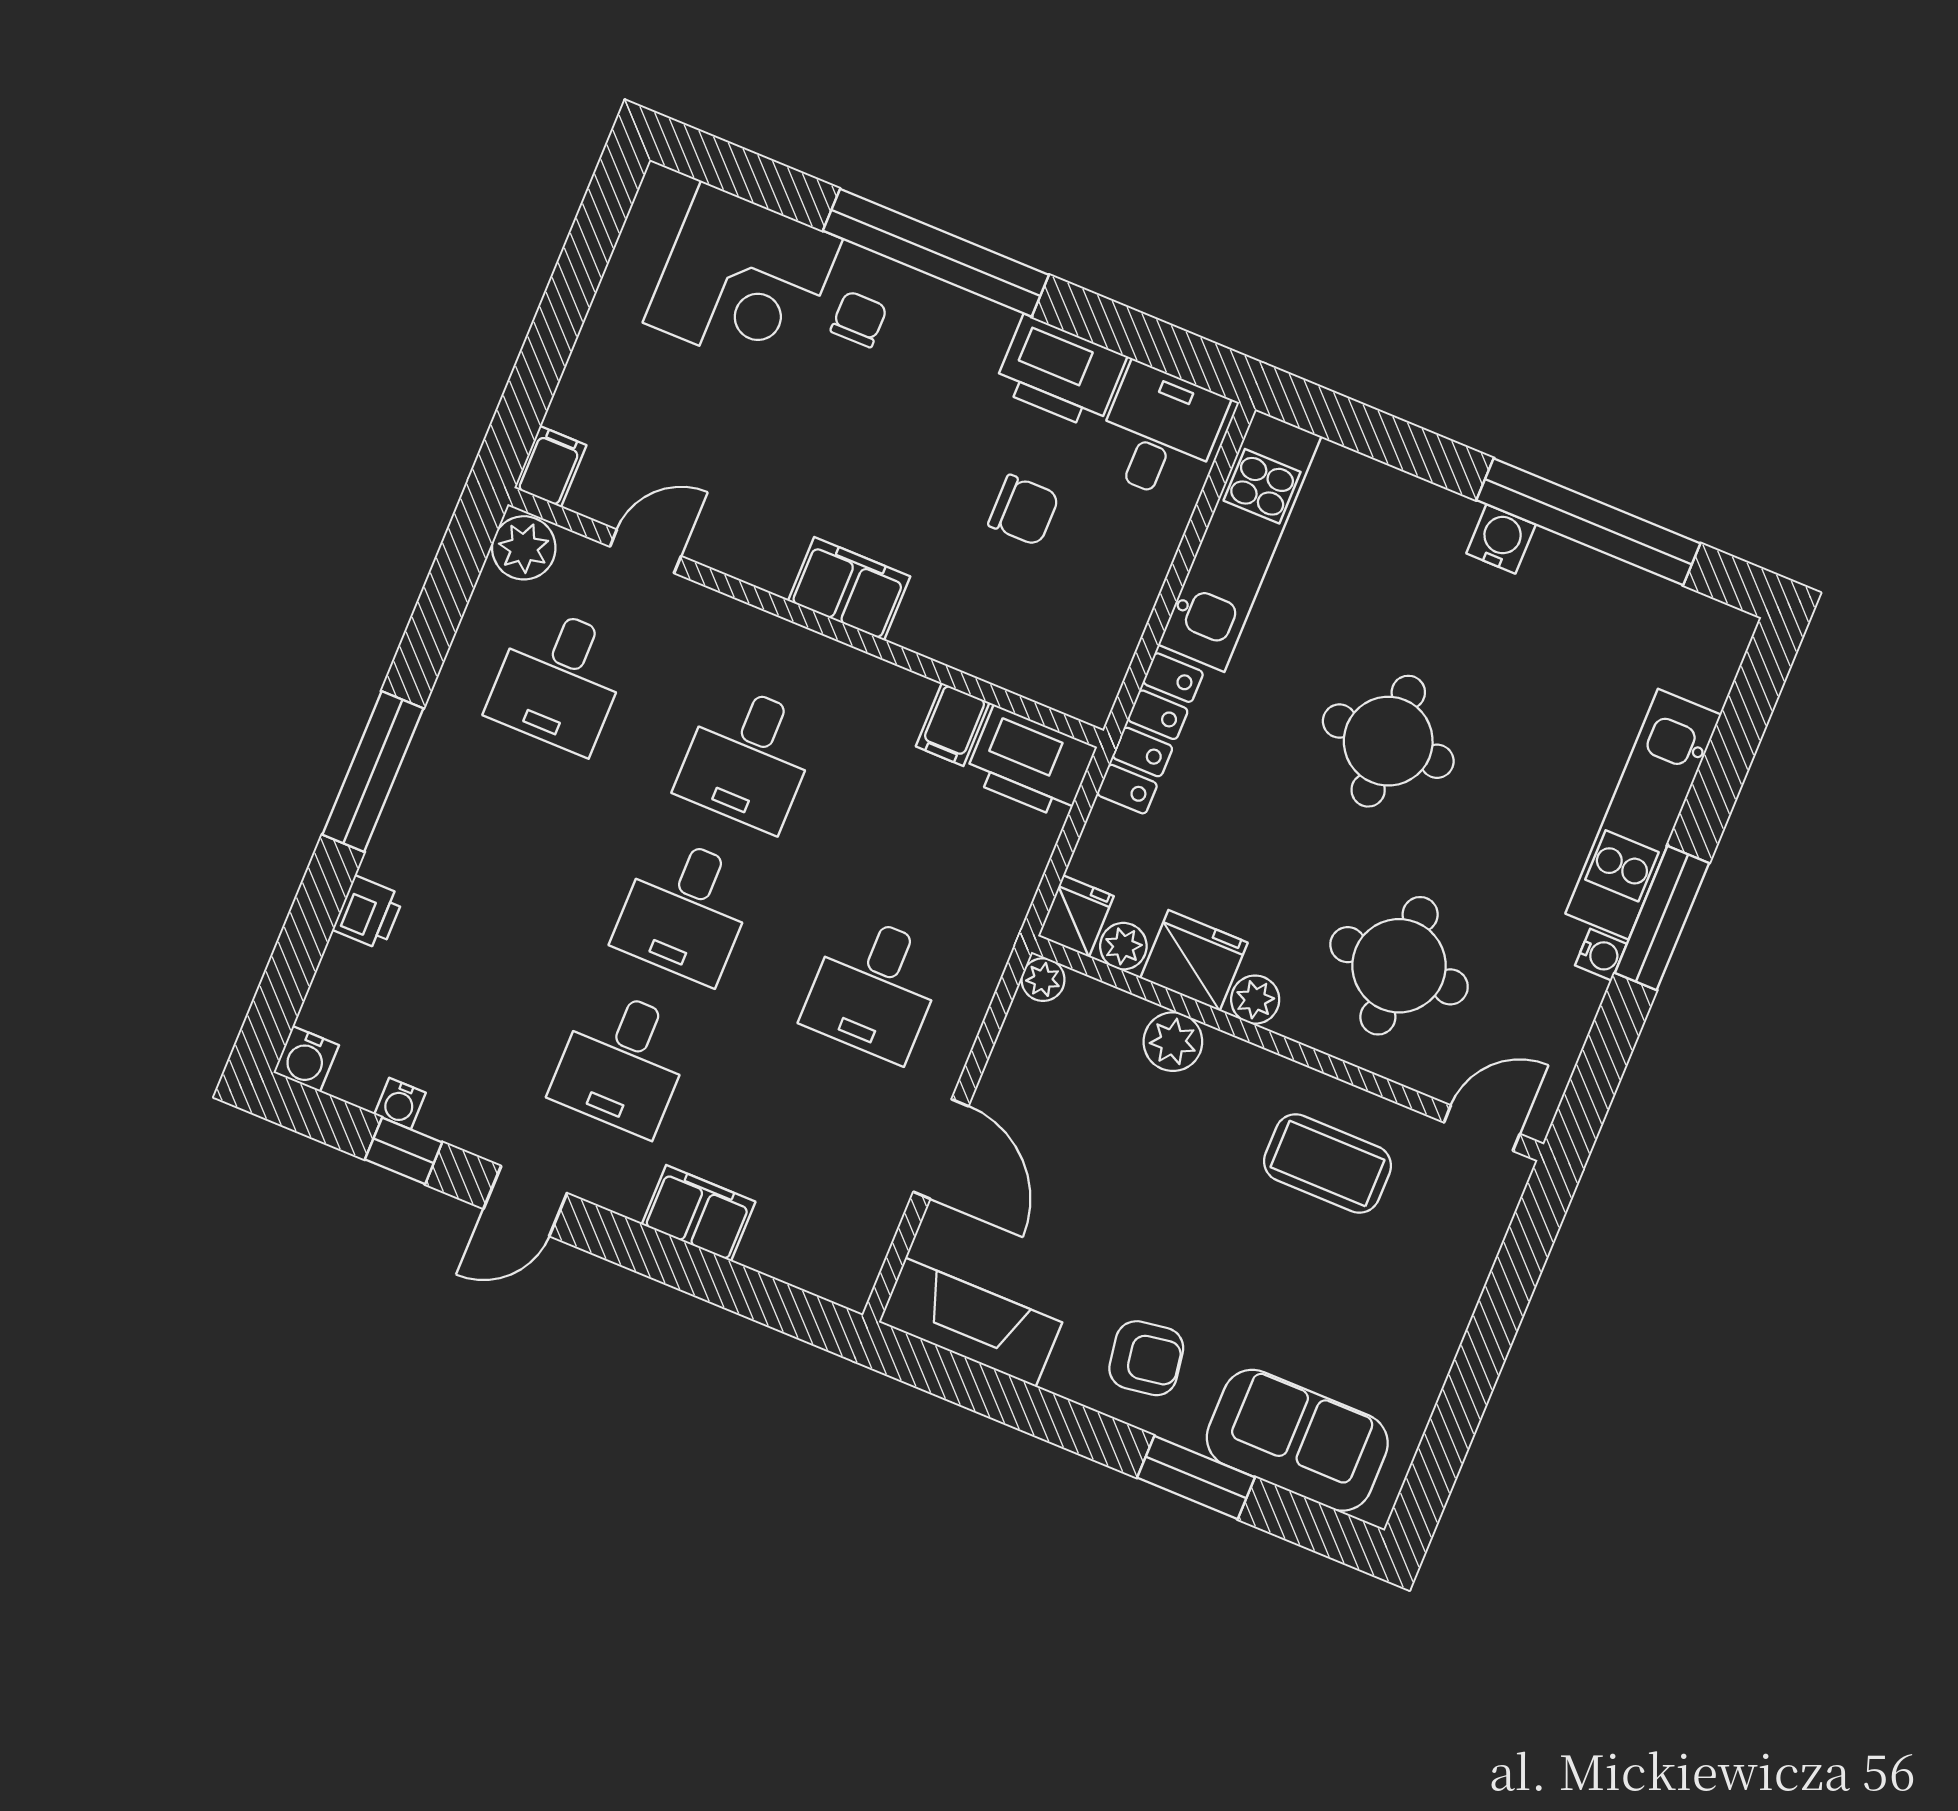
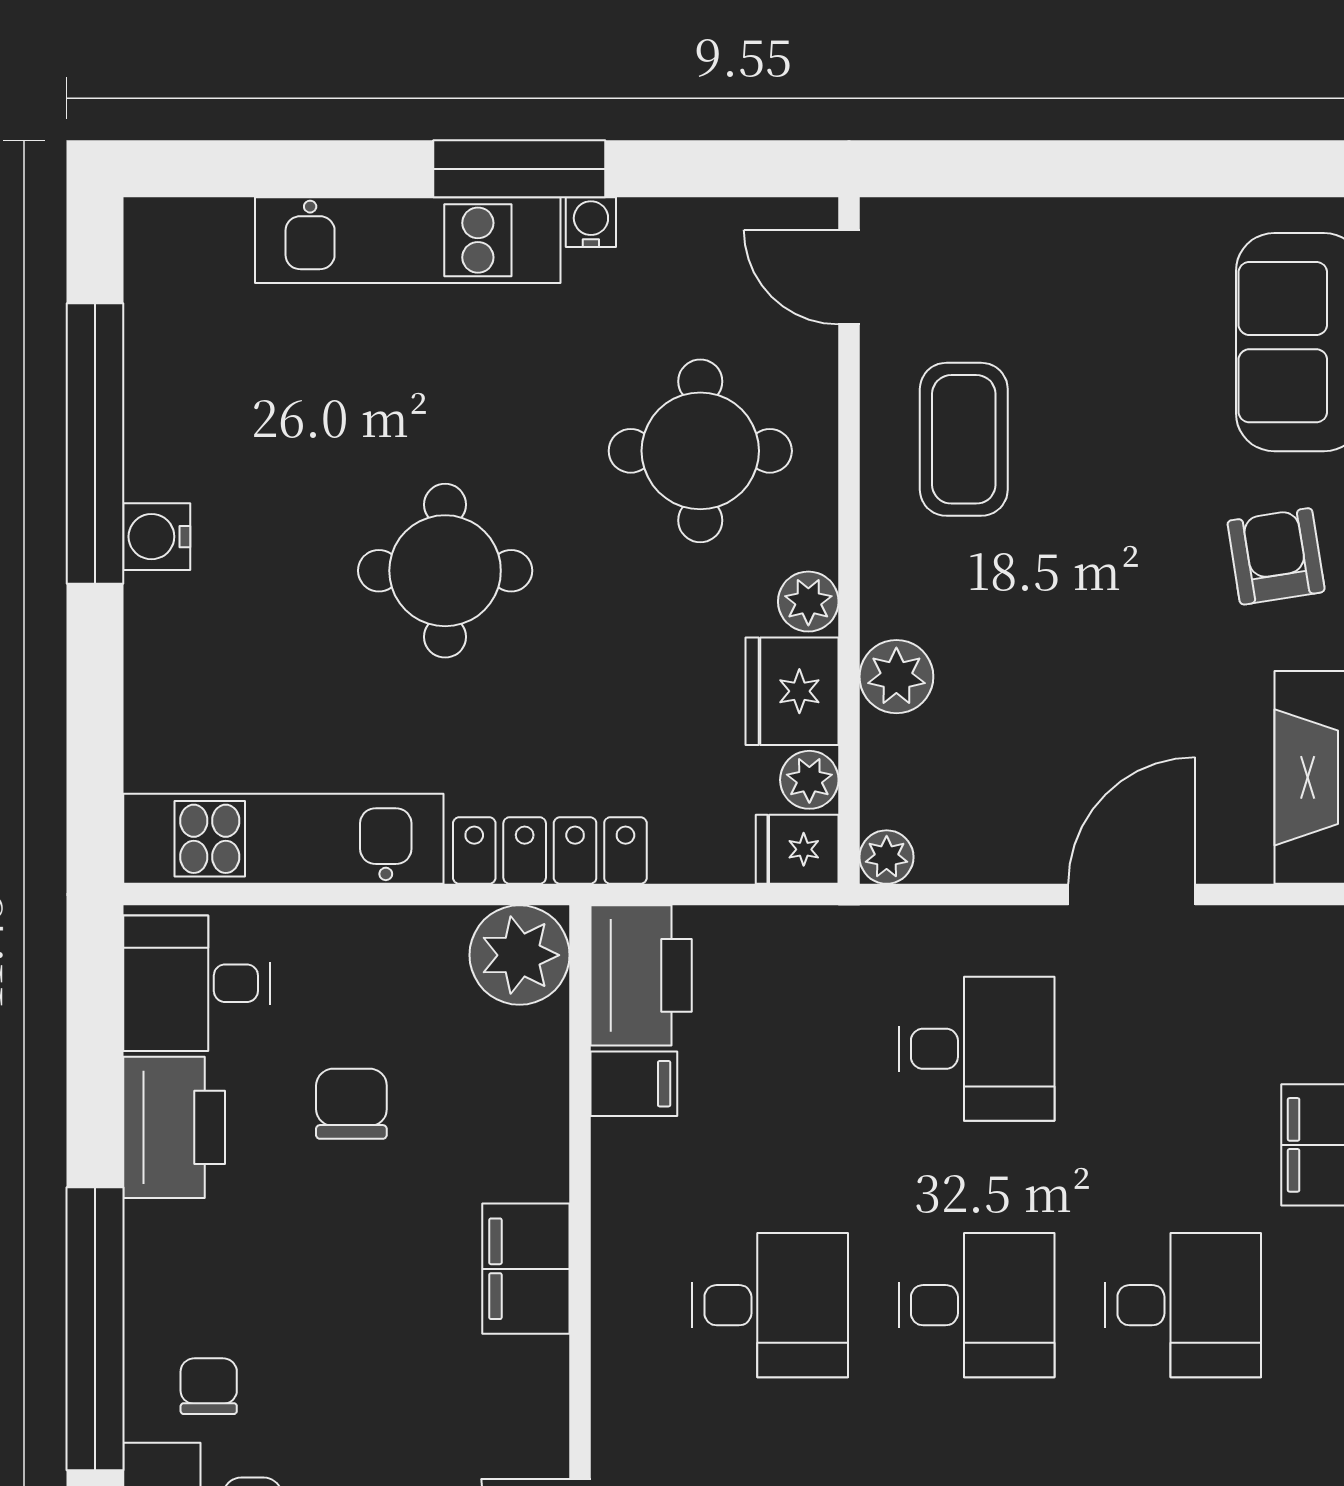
chair: (859, 319) -> (209, 1386), turned 90
plant: (1082, 679) -> (519, 955), added

